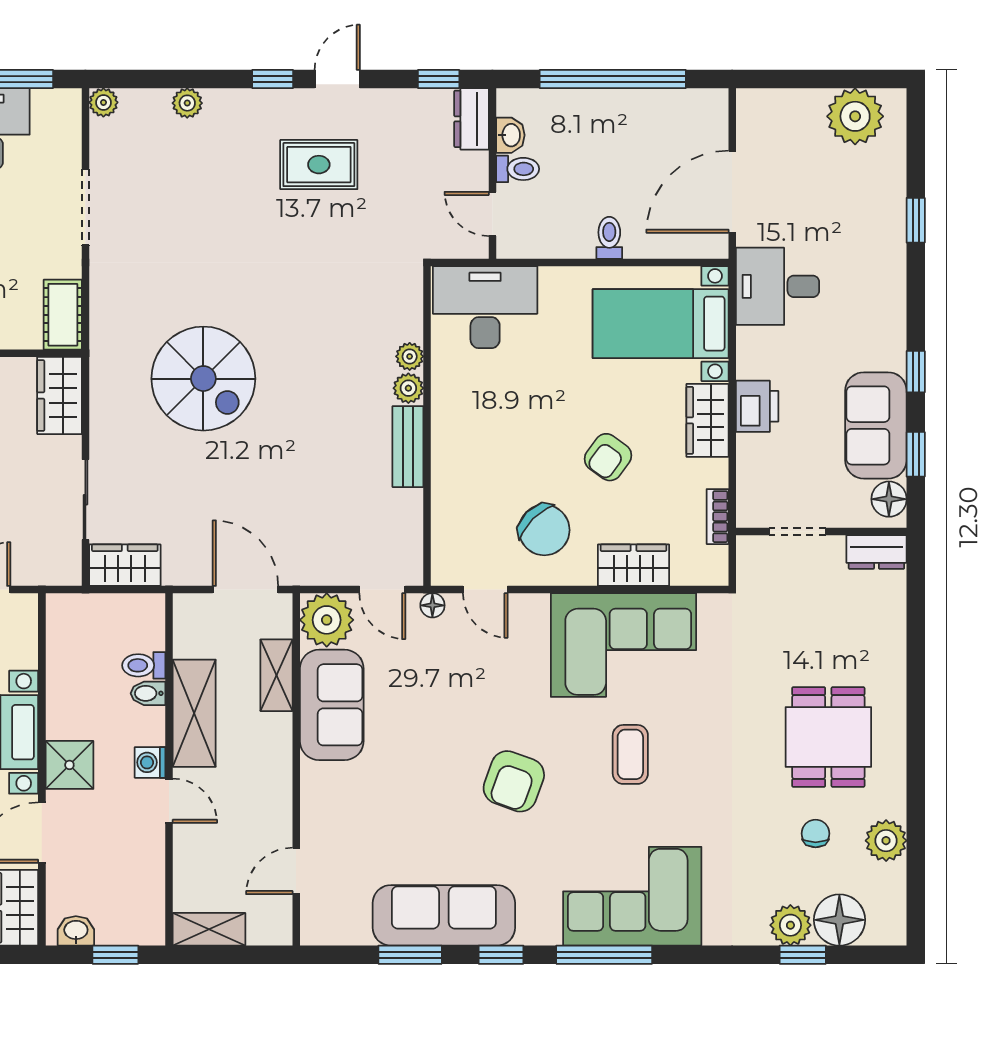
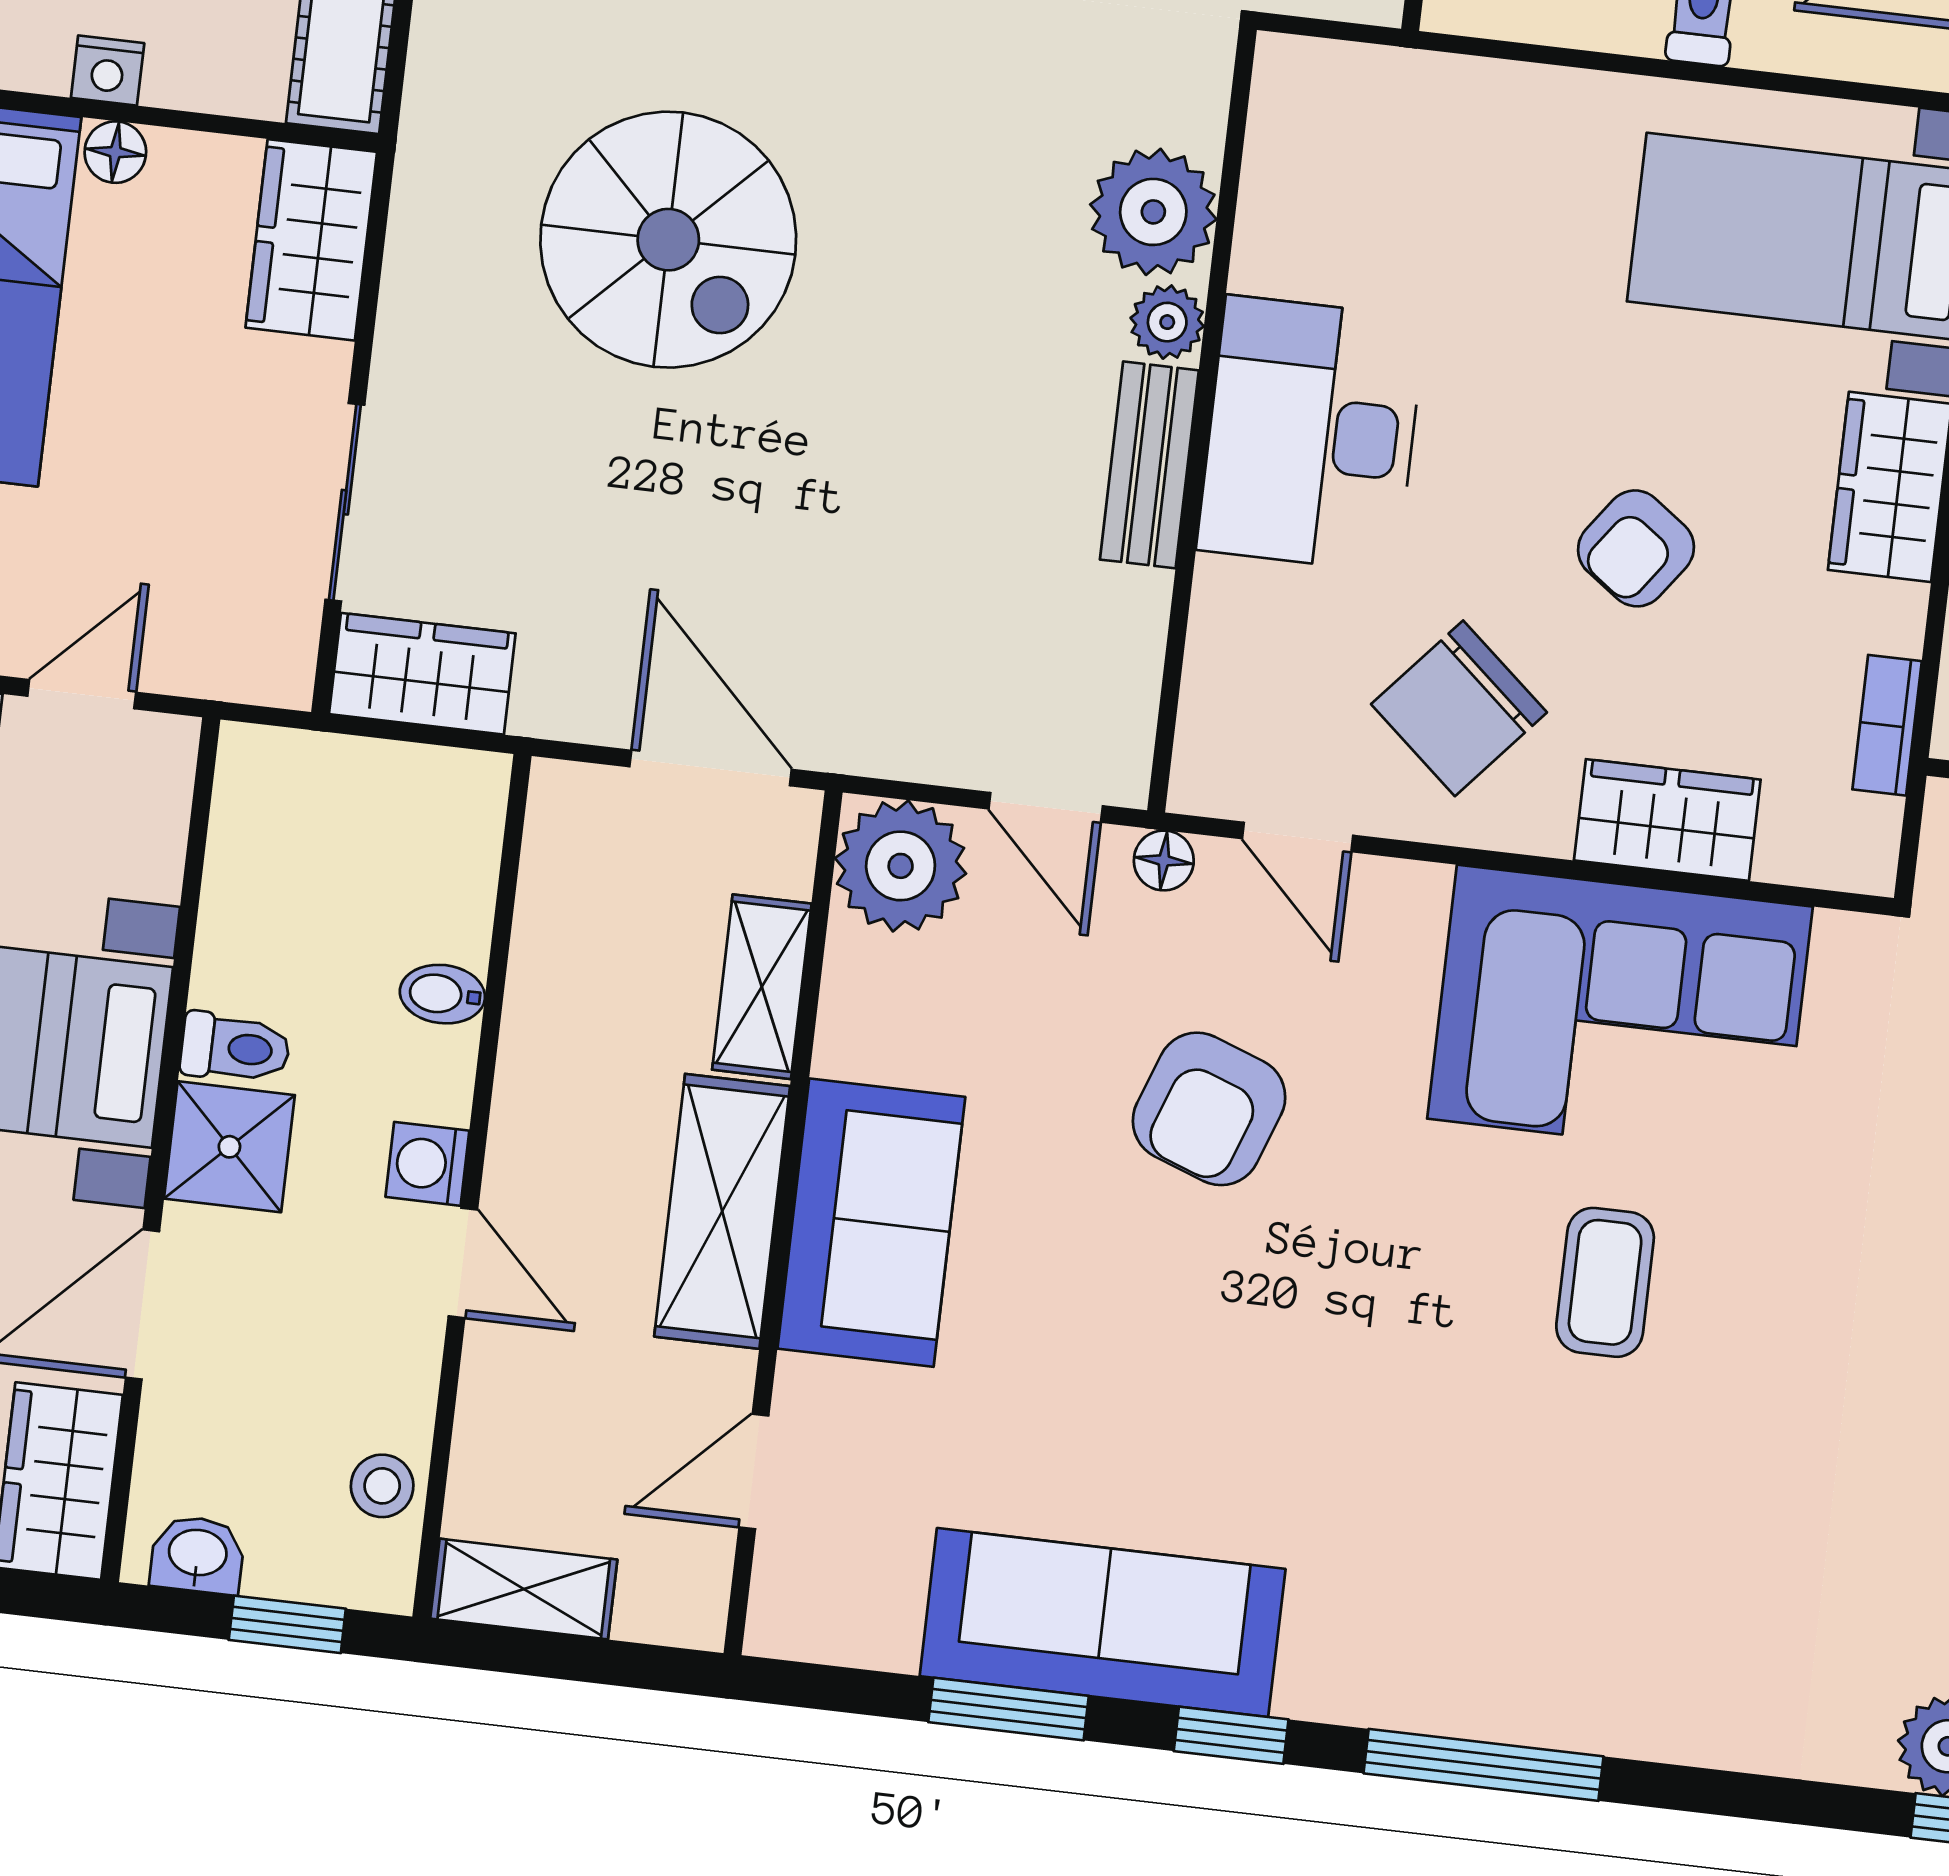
desk: (485, 307) -> (1311, 434), moved, turned -90
plant: (410, 356) -> (1153, 212), width x1.88, depth x1.88
chair: (544, 530) -> (1459, 708), turned 86
toilet: (144, 665) -> (235, 1048), moved, turned 180
sofa: (332, 705) -> (871, 1223), moved
shelving: (194, 713) -> (722, 1211), moved
armchair: (514, 781) -> (1209, 1109), moved
stool: (147, 894) -> (382, 1486), added
corner sofa: (632, 896) -> (1569, 1630), removed

